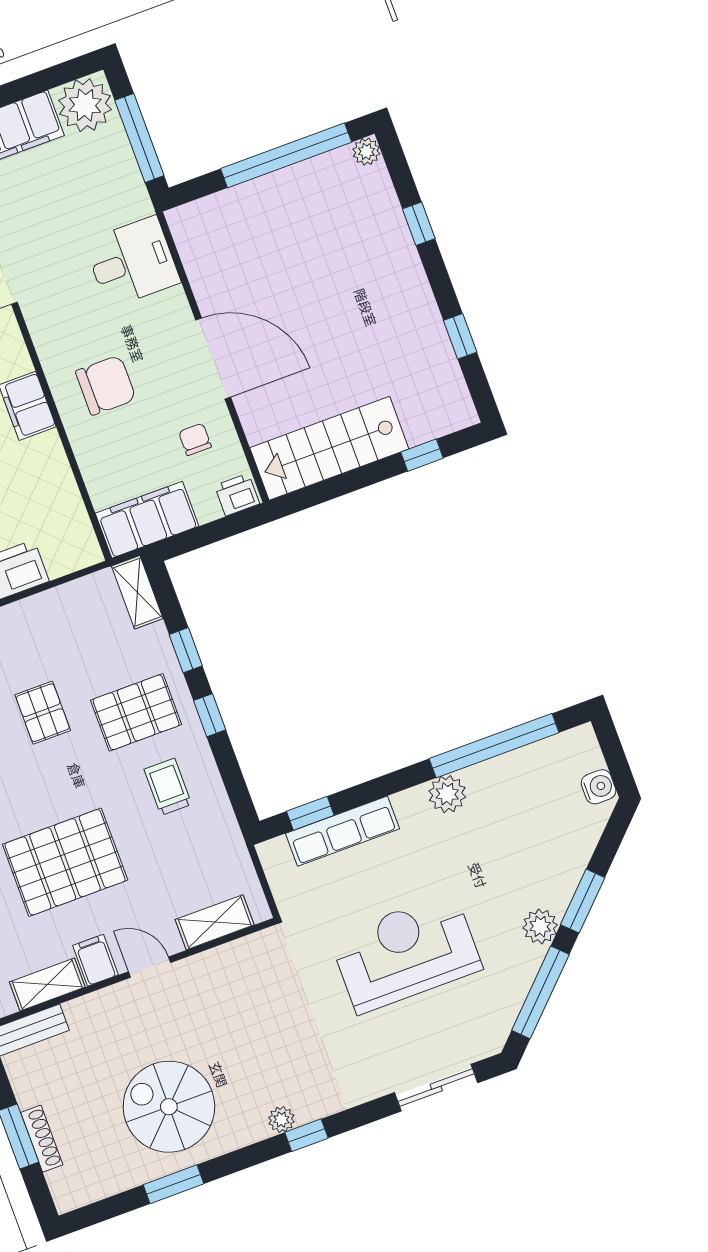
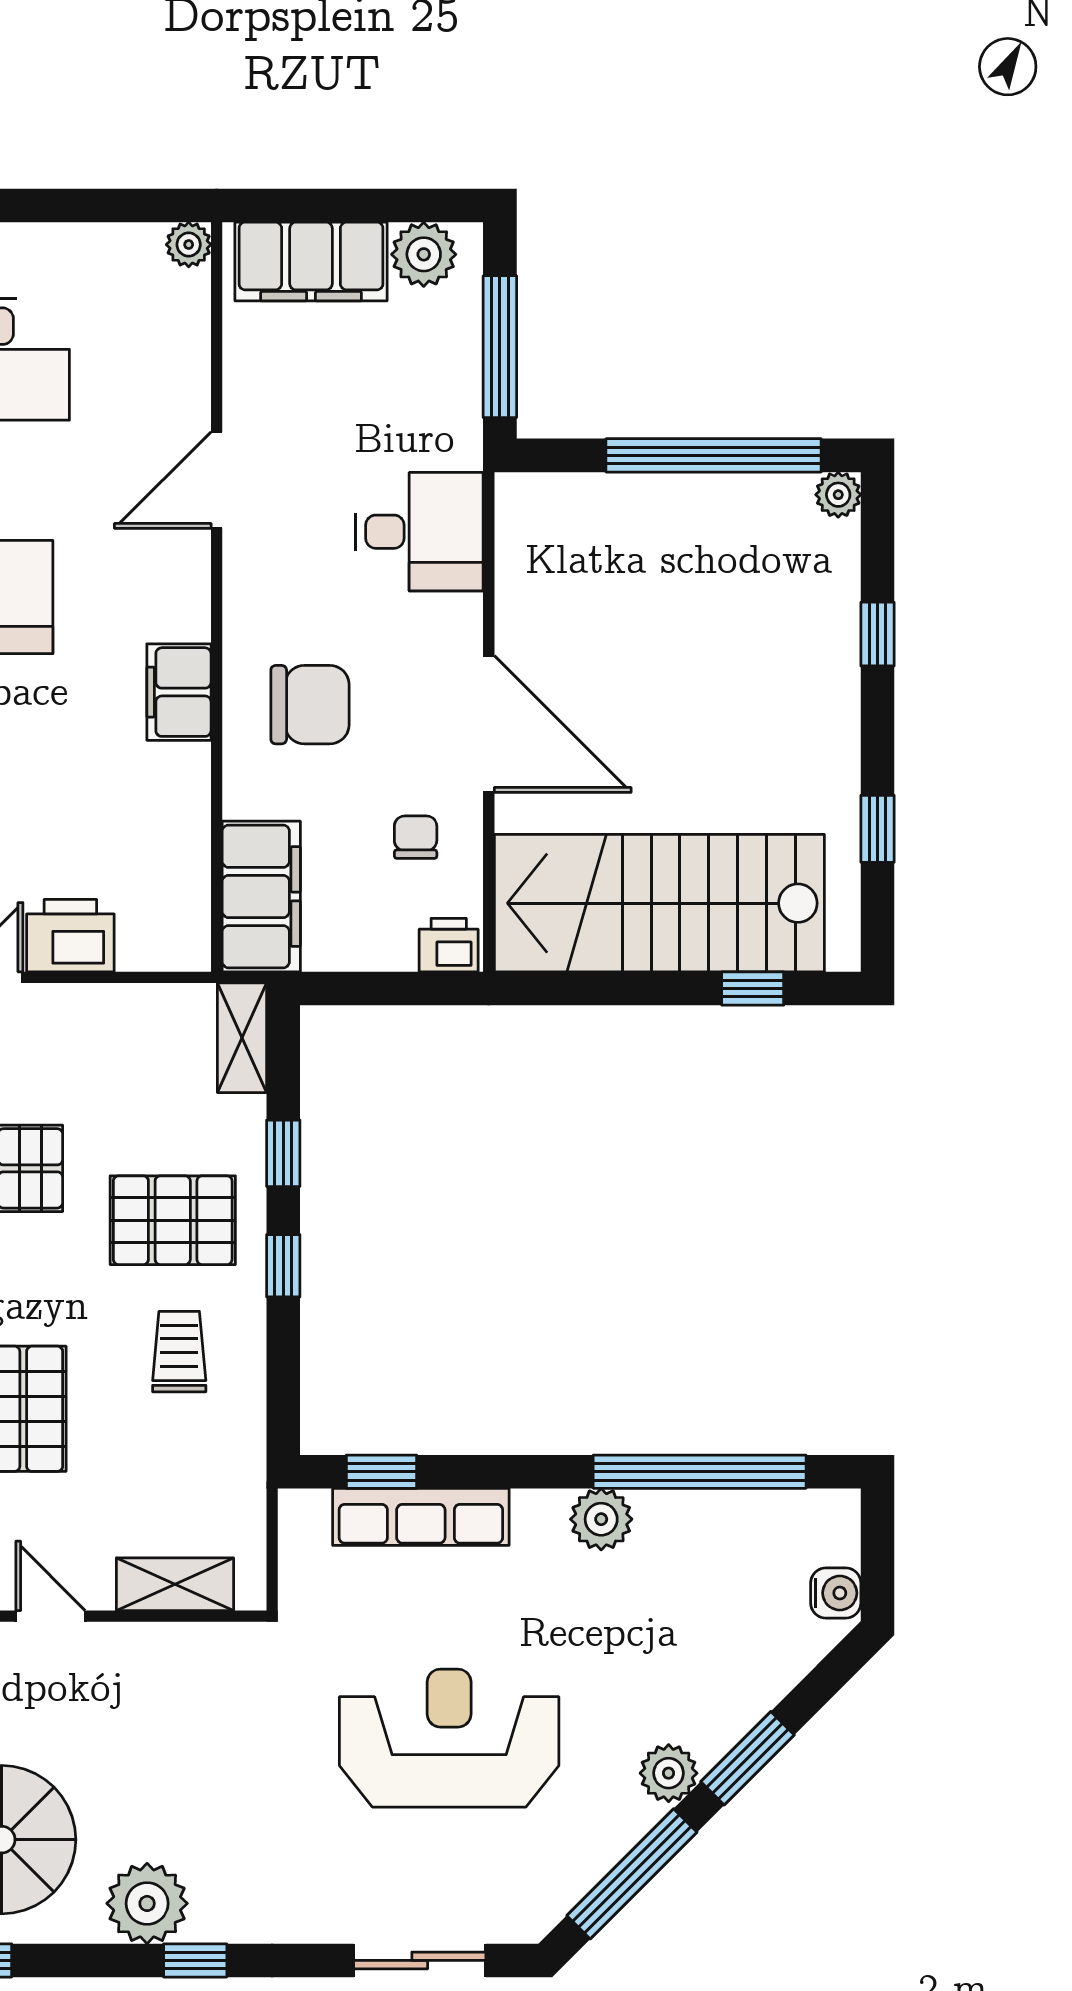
plant: (85, 105) -> (424, 254), width x0.73, depth x0.73
stairs: (329, 448) -> (659, 903), width x1.36, depth x1.51
filing cabinet: (147, 520) -> (261, 896), moved, turned 90
plant: (281, 1120) -> (147, 1903), width x1.88, depth x1.88

